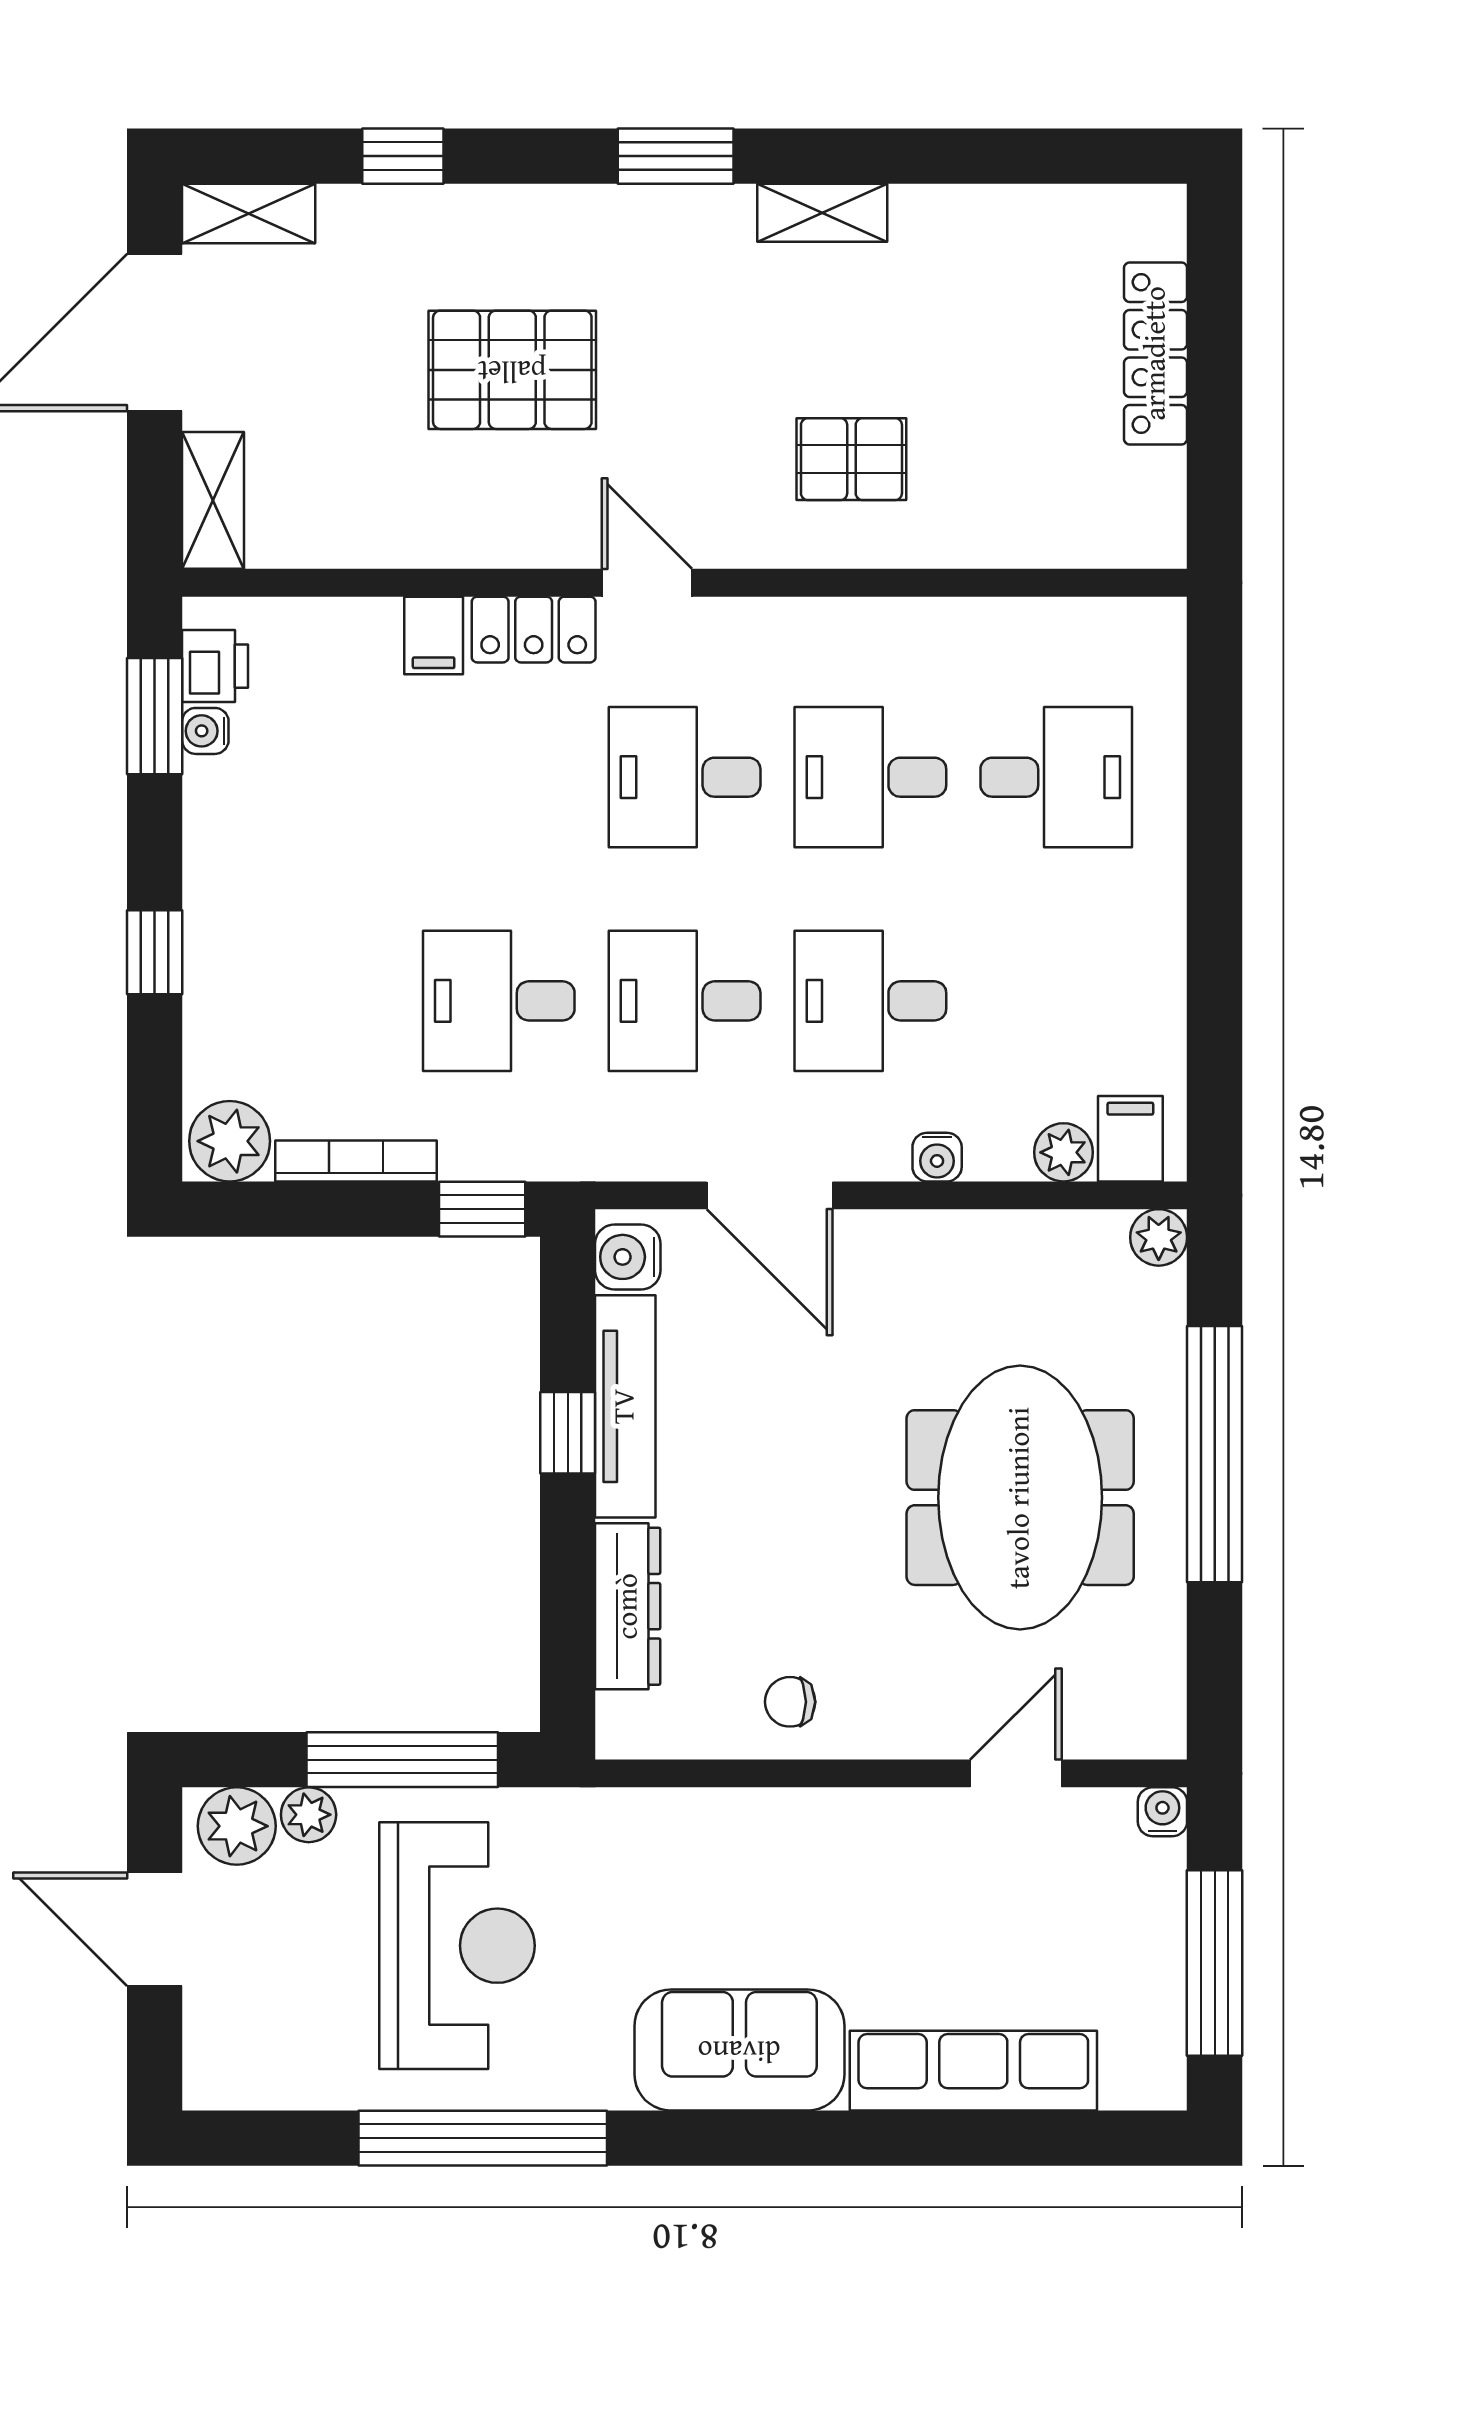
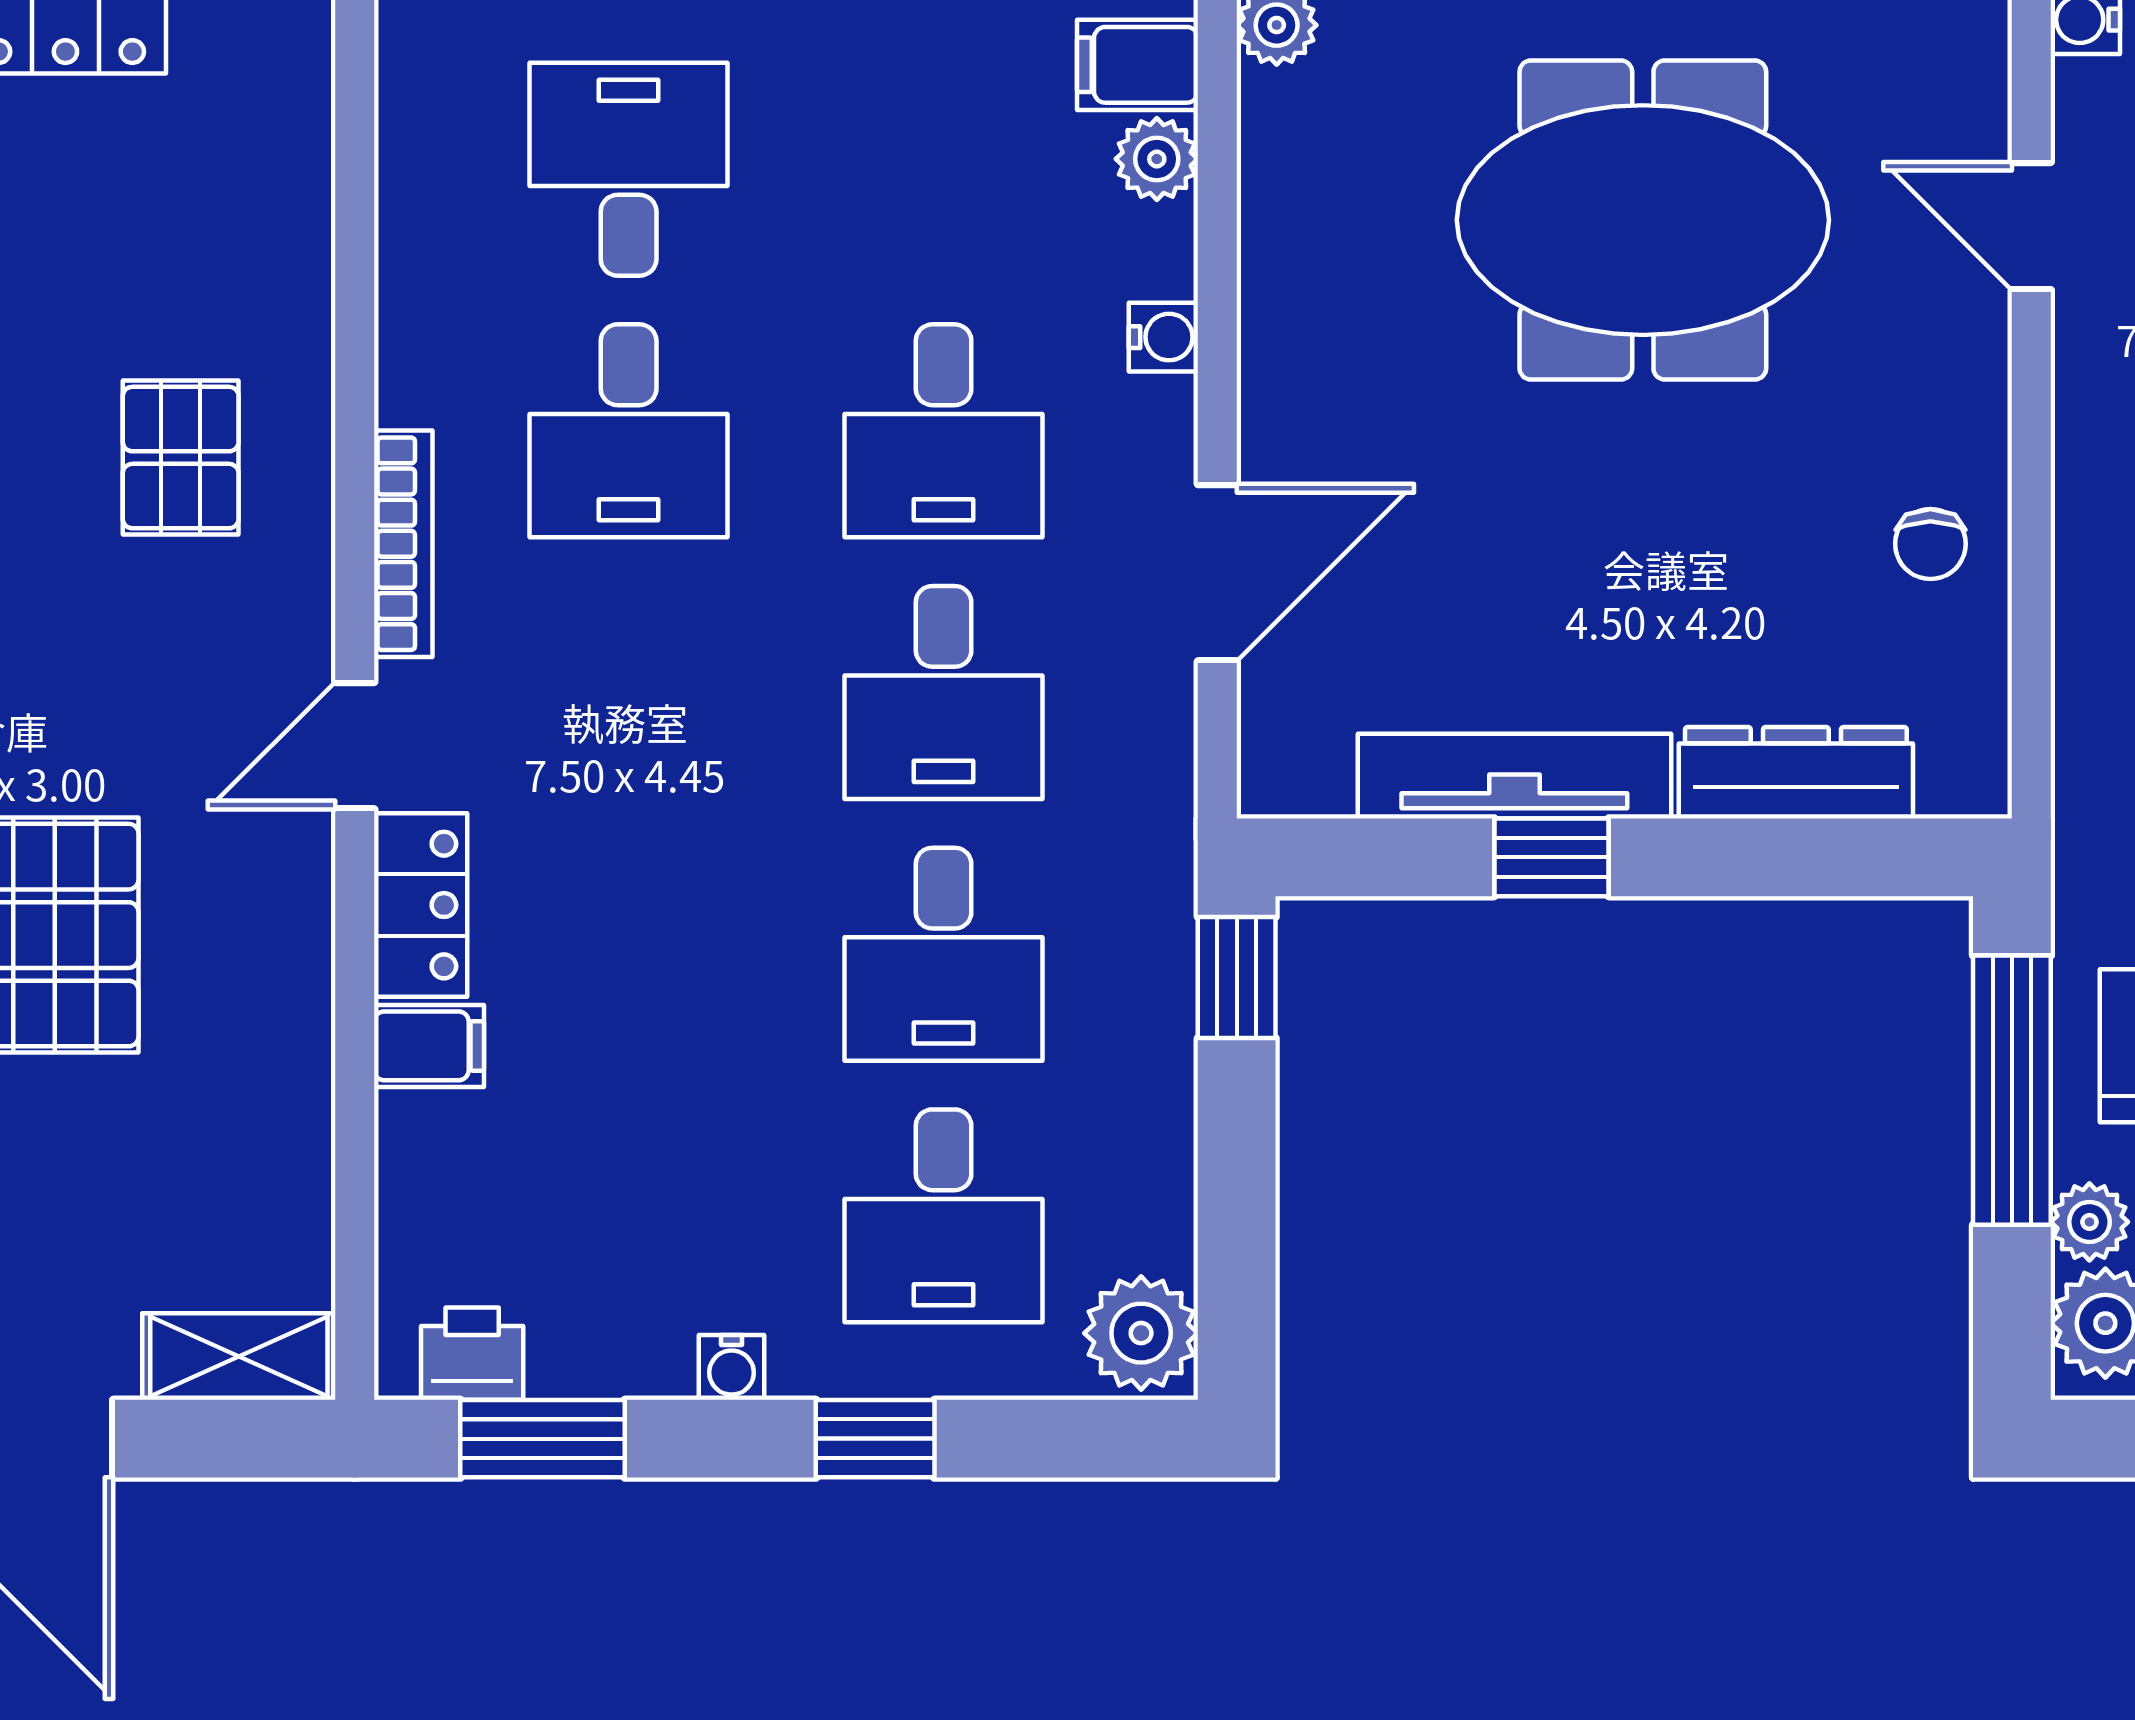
water cooler: (205, 731) -> (732, 1367), moved
desk: (685, 777) -> (944, 1216), moved
bookcase: (356, 1161) -> (403, 544), moved, turned 180
water cooler: (628, 1257) -> (1304, 772), removed

